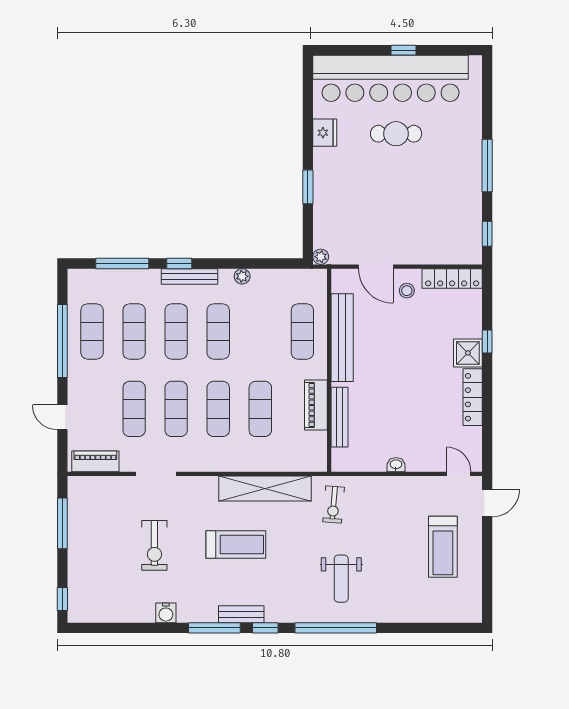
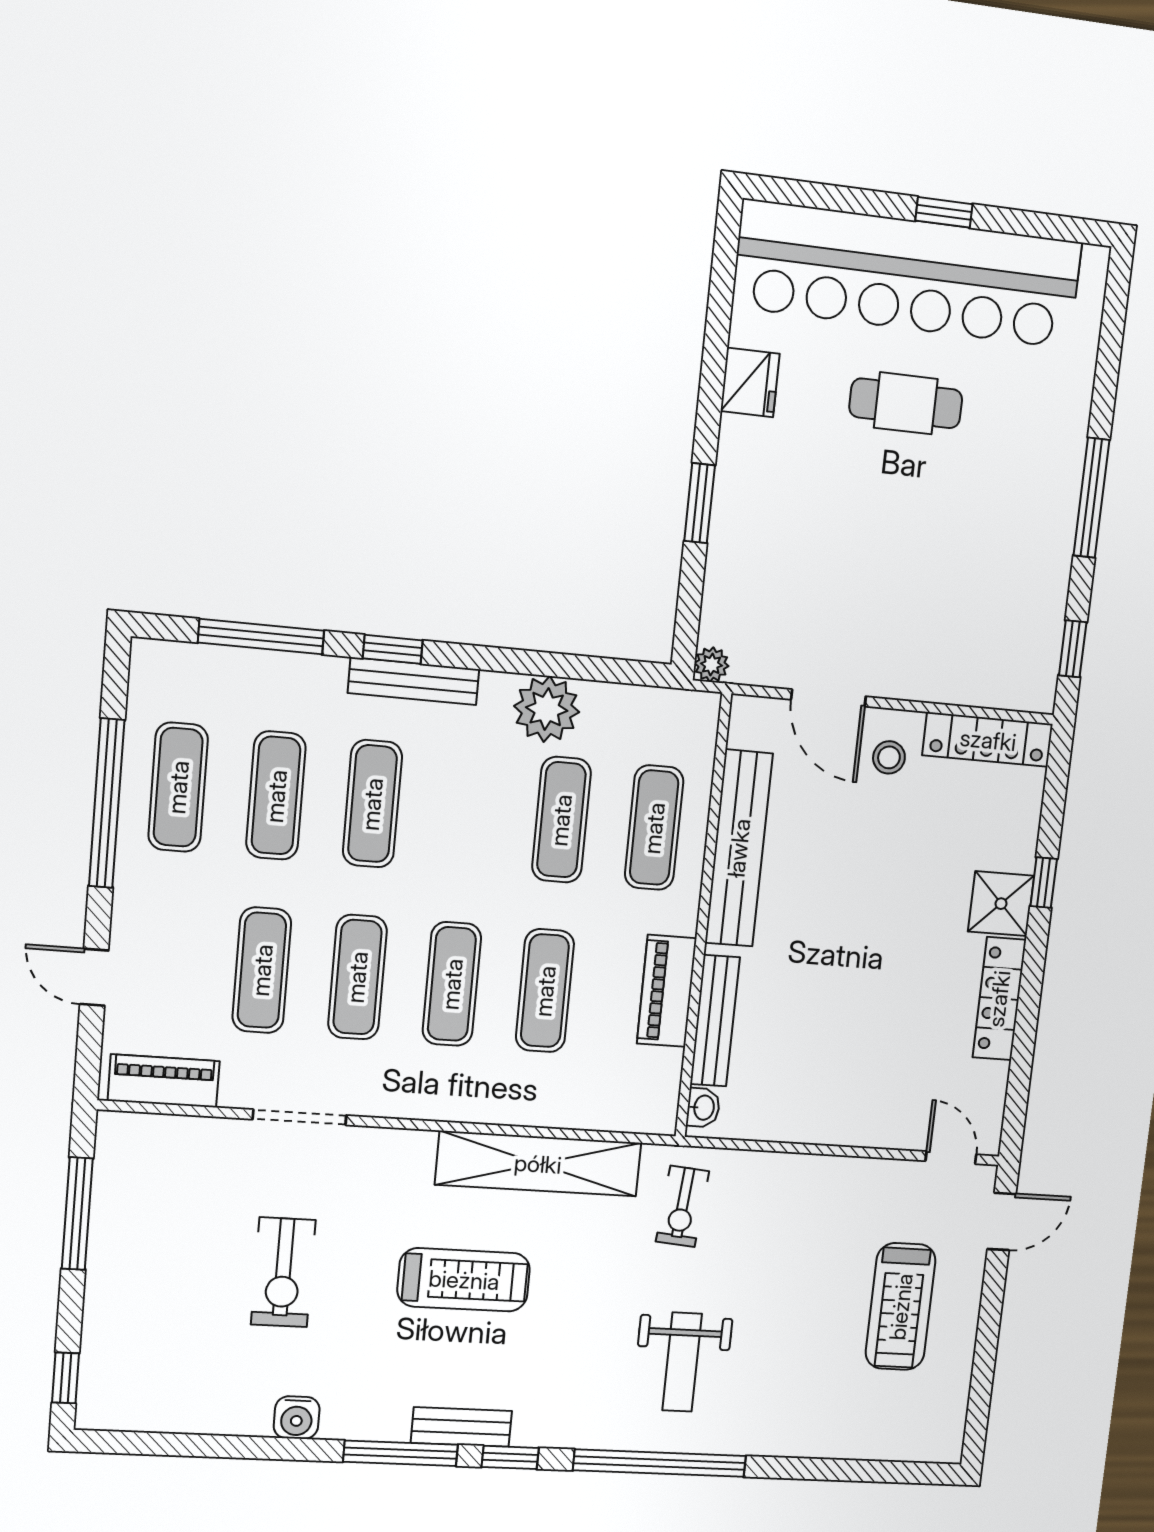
plant: (242, 276) -> (547, 709), width x1.88, depth x1.88
exercise mat: (218, 331) -> (561, 820), moved
washbasin: (396, 465) -> (703, 1108), moved, turned 90

